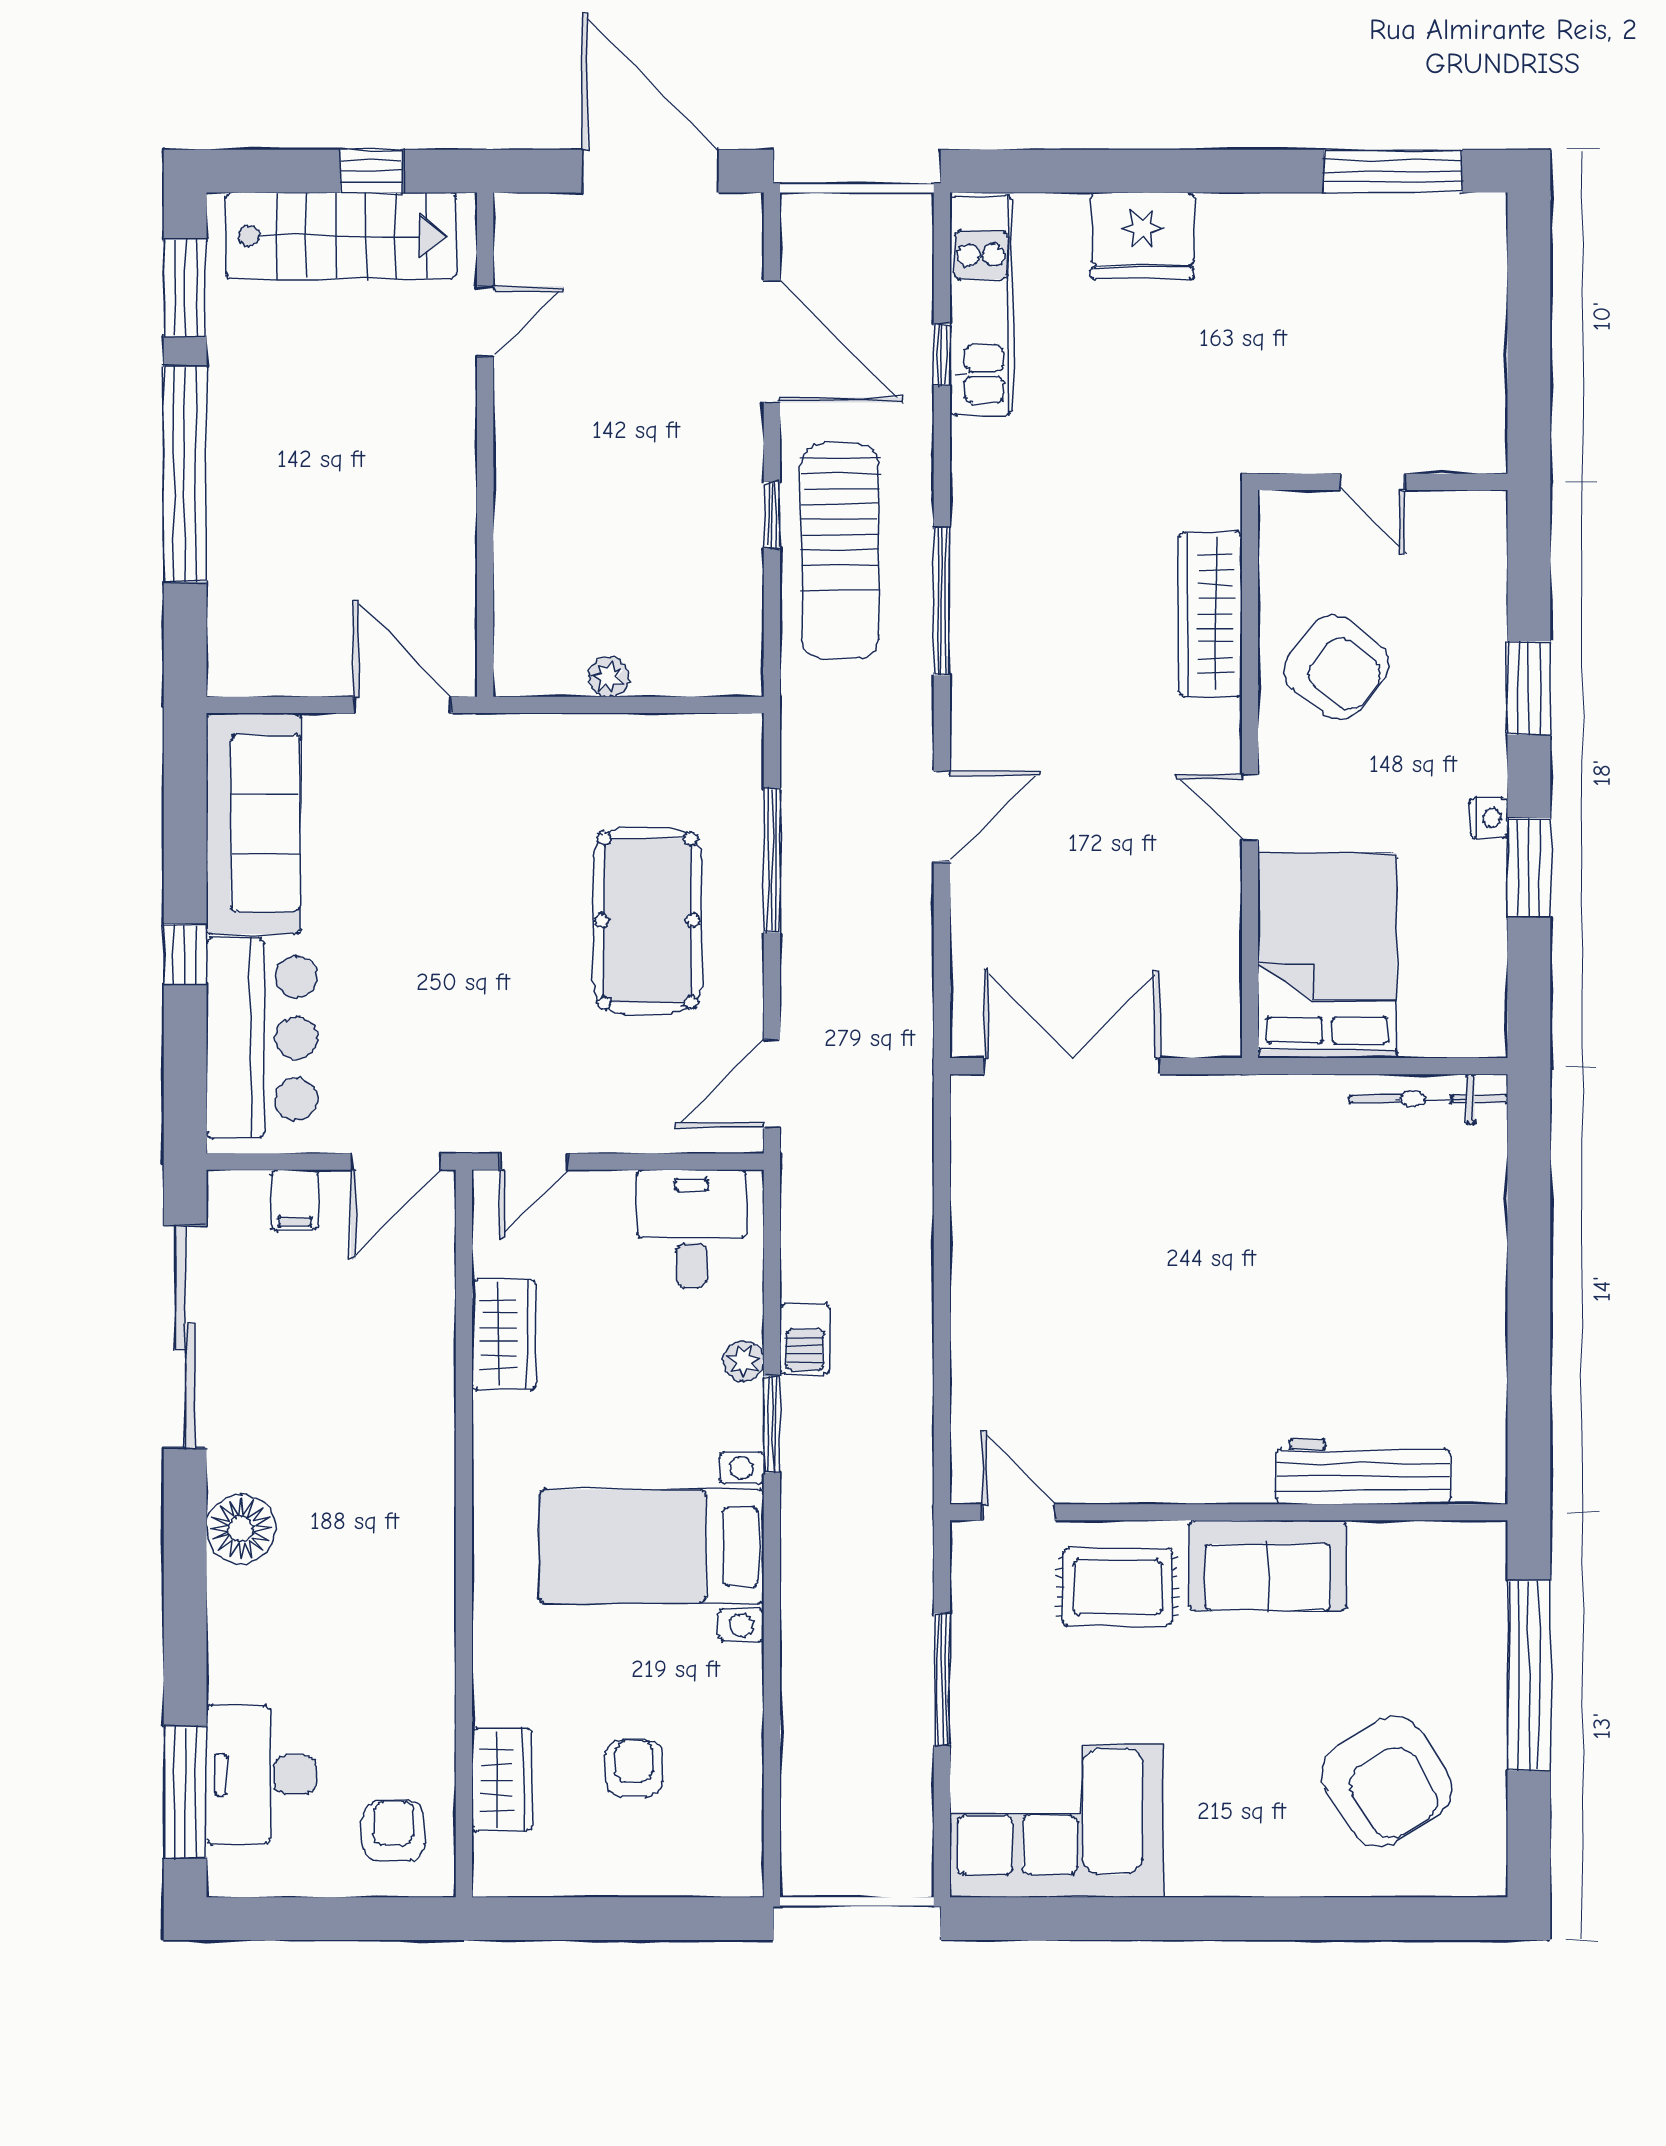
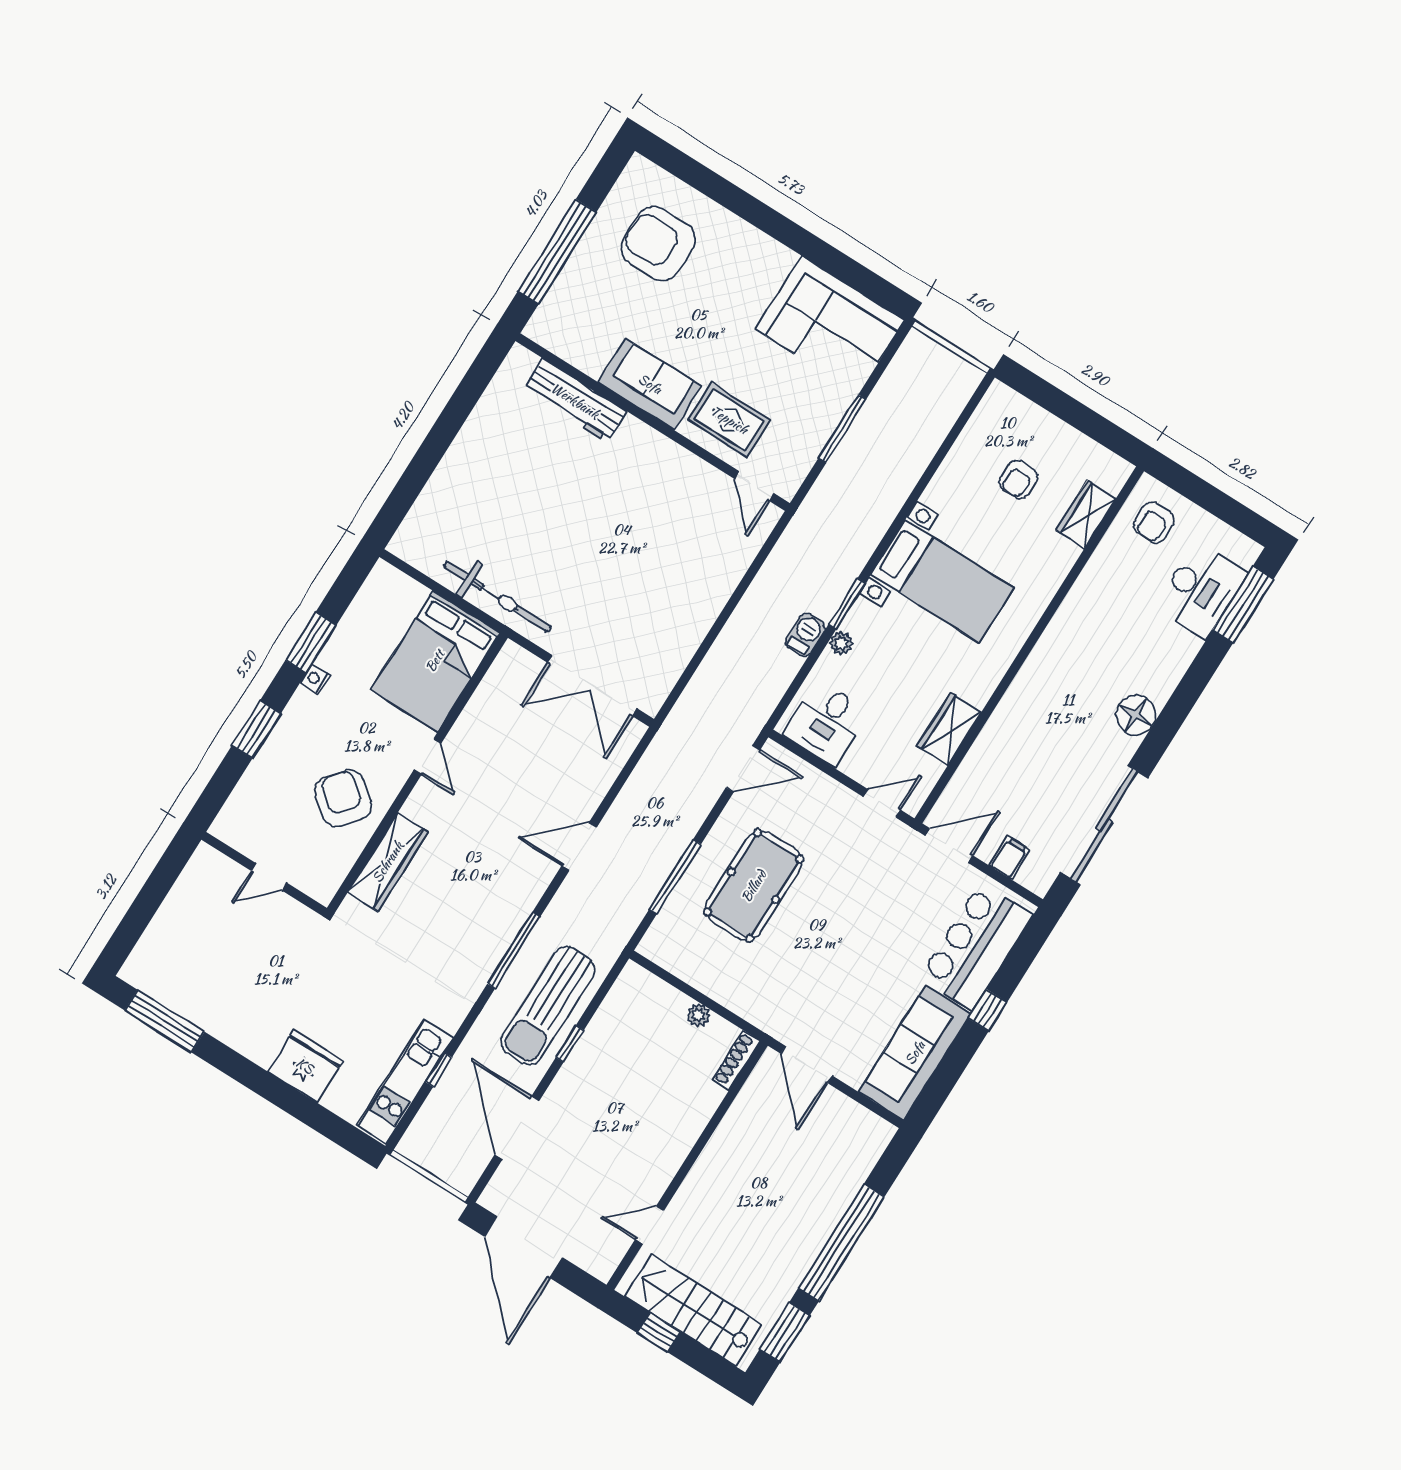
door: (1373, 482) -> (269, 877), swing flipped
sun lounger: (840, 551) -> (548, 1006), turned 180
shoe rack: (511, 646) -> (736, 1060), added
bicycle: (1429, 1099) -> (497, 597), moved, width x1.37, depth x1.40
armchair: (1387, 1781) -> (658, 244), turned -58

